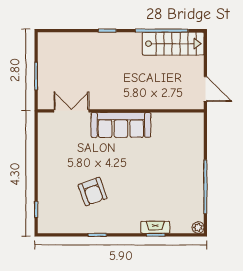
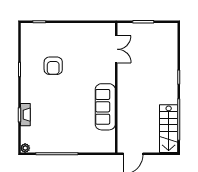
sofa: (121, 125) -> (105, 107), moved
armchair: (93, 192) -> (53, 66), turned -70

